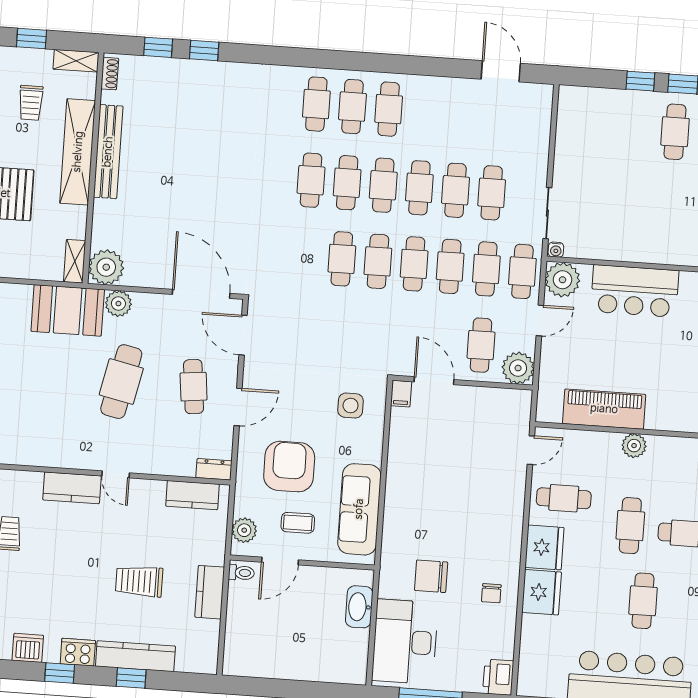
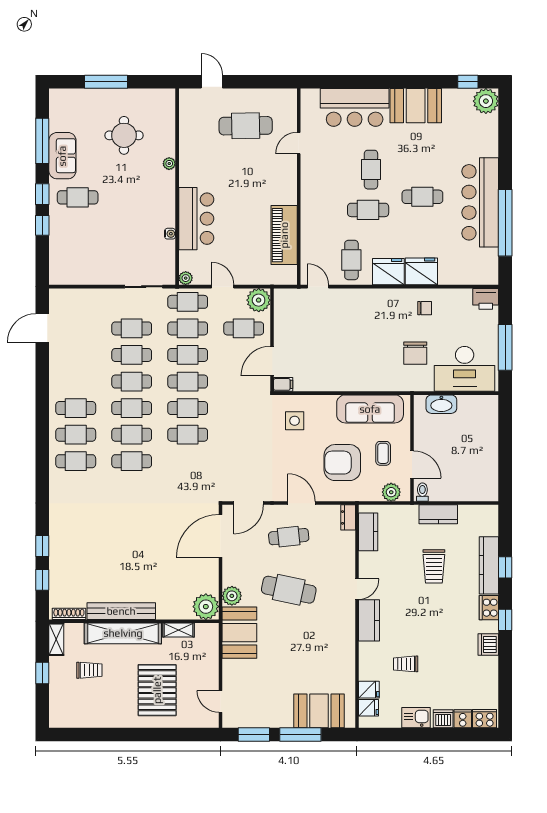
shoe rack: (110, 74) -> (69, 614), width x1.43
water cooler: (556, 250) -> (170, 234), moved
shelving: (75, 261) -> (178, 630), moved
plant: (563, 280) -> (186, 278), width x0.53, depth x0.53
plant: (634, 446) -> (309, 211), removed

